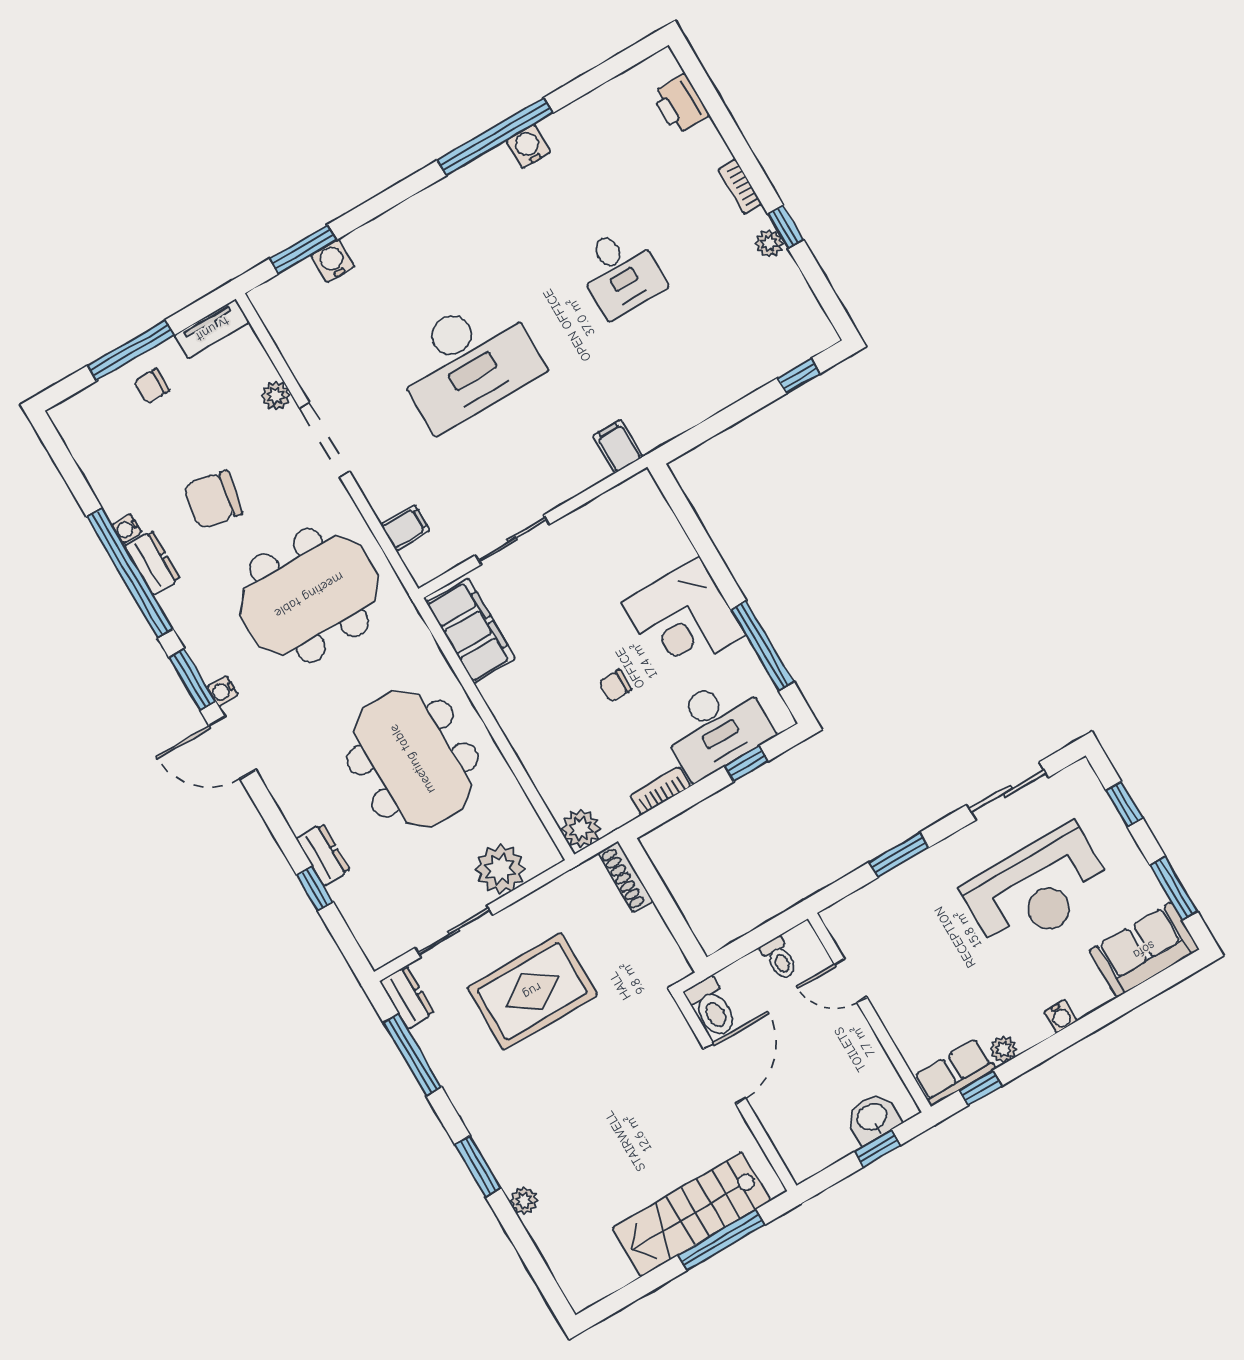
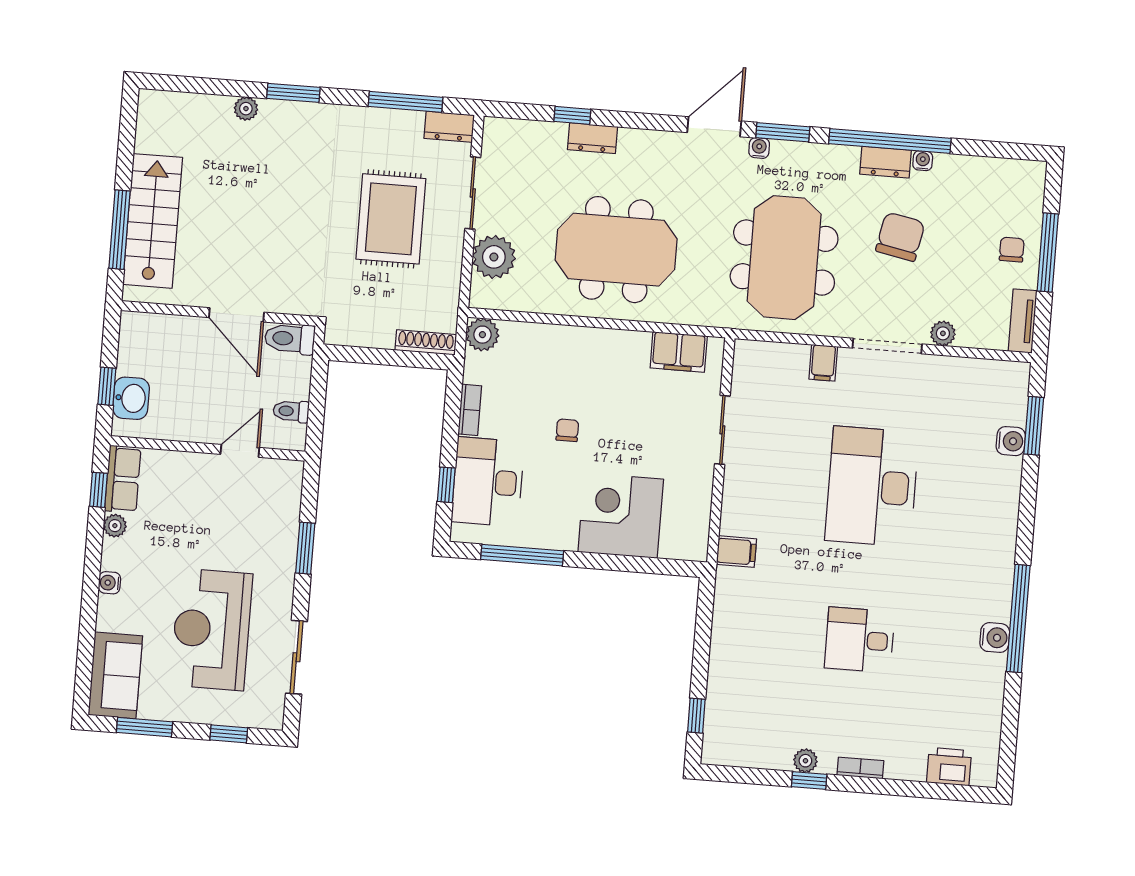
filing cabinet: (405, 528) -> (823, 363), moved
corner desk: (683, 619) -> (621, 516), moved
filing cabinet: (471, 631) -> (679, 352), width x0.67, depth x0.86

